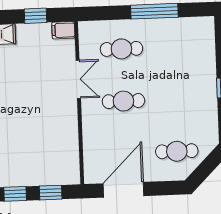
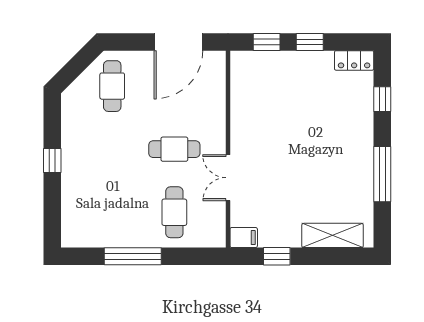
cafe table: (121, 49) -> (174, 212), turned 90
cafe table: (177, 151) -> (112, 86), turned 90

